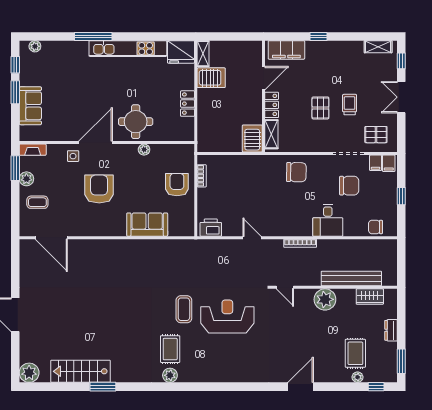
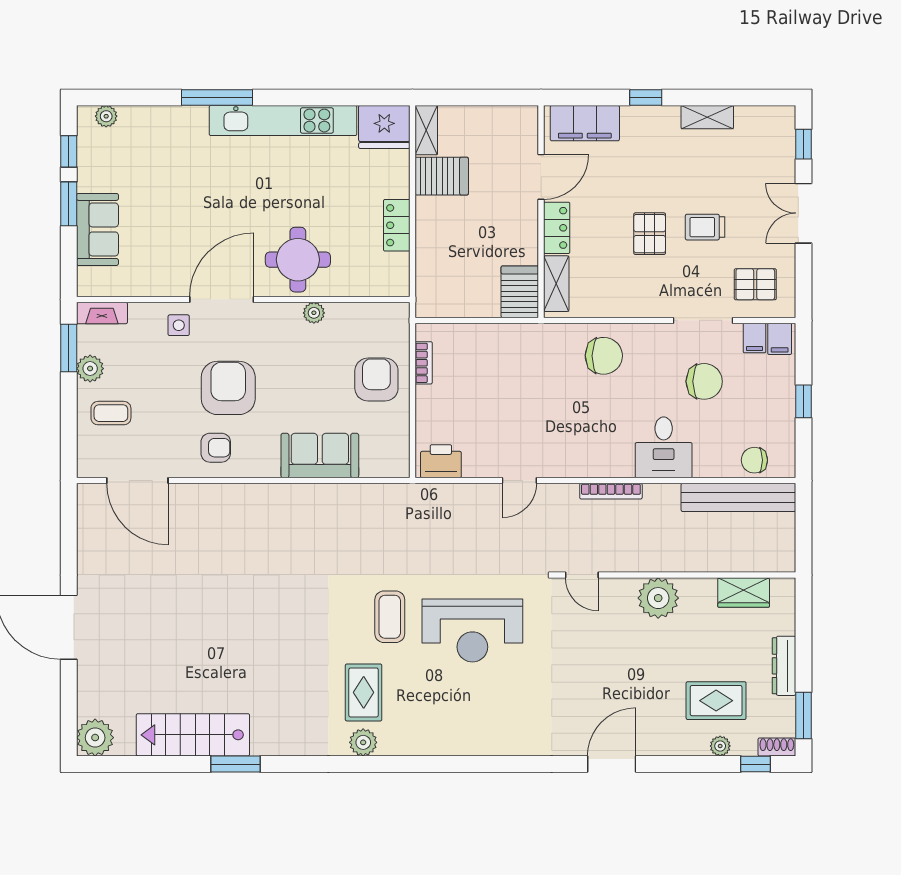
shelving: (378, 47) -> (707, 117), moved
trolley: (350, 105) -> (705, 227), turned -90
armchair: (92, 220) -> (216, 448), added
door: (252, 238) -> (519, 481), swing flipped
bench: (351, 278) -> (738, 497), moved
reception desk: (227, 316) -> (472, 630), turned 180
dresser: (391, 330) -> (784, 666), width x1.44
rug: (355, 353) -> (716, 701), turned 90
shoe rack: (387, 378) -> (777, 747), added

